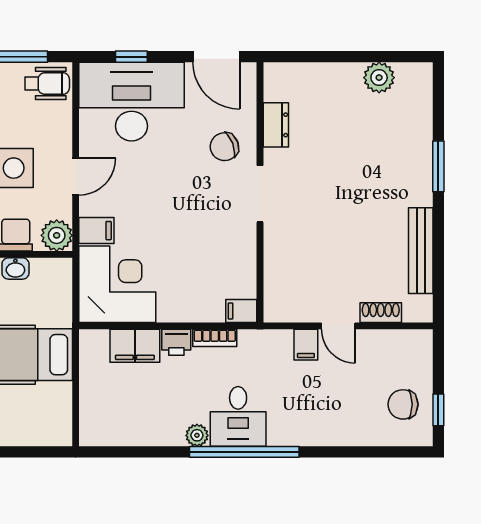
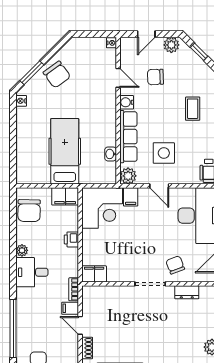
filing cabinet: (241, 311) -> (94, 274), width x2.00
door: (338, 326) -> (80, 325), hinge flipped
bookcase: (215, 338) -> (74, 289), moved
filing cabinet: (135, 346) -> (65, 196), moved, turned -90
chair: (122, 422) -> (29, 211), added
window: (244, 452) -> (13, 328), moved

